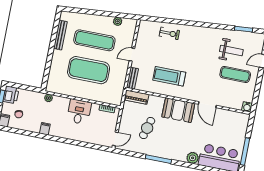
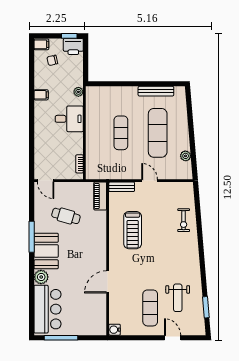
exercise mat: (89, 70) -> (121, 133), width x0.50, depth x0.69
treadmill: (169, 76) -> (133, 230), turned 180
booth: (178, 110) -> (46, 251), moved
desk: (79, 112) -> (69, 119), moved

